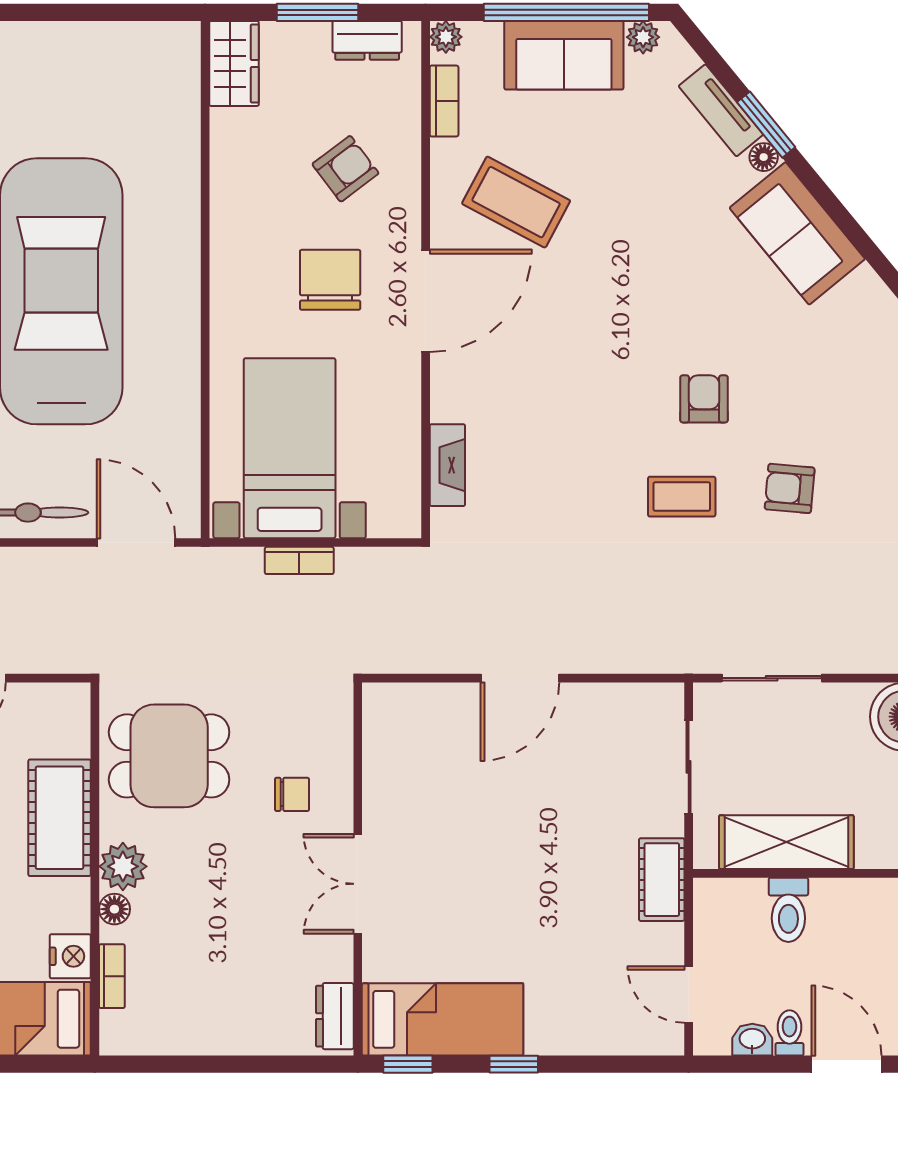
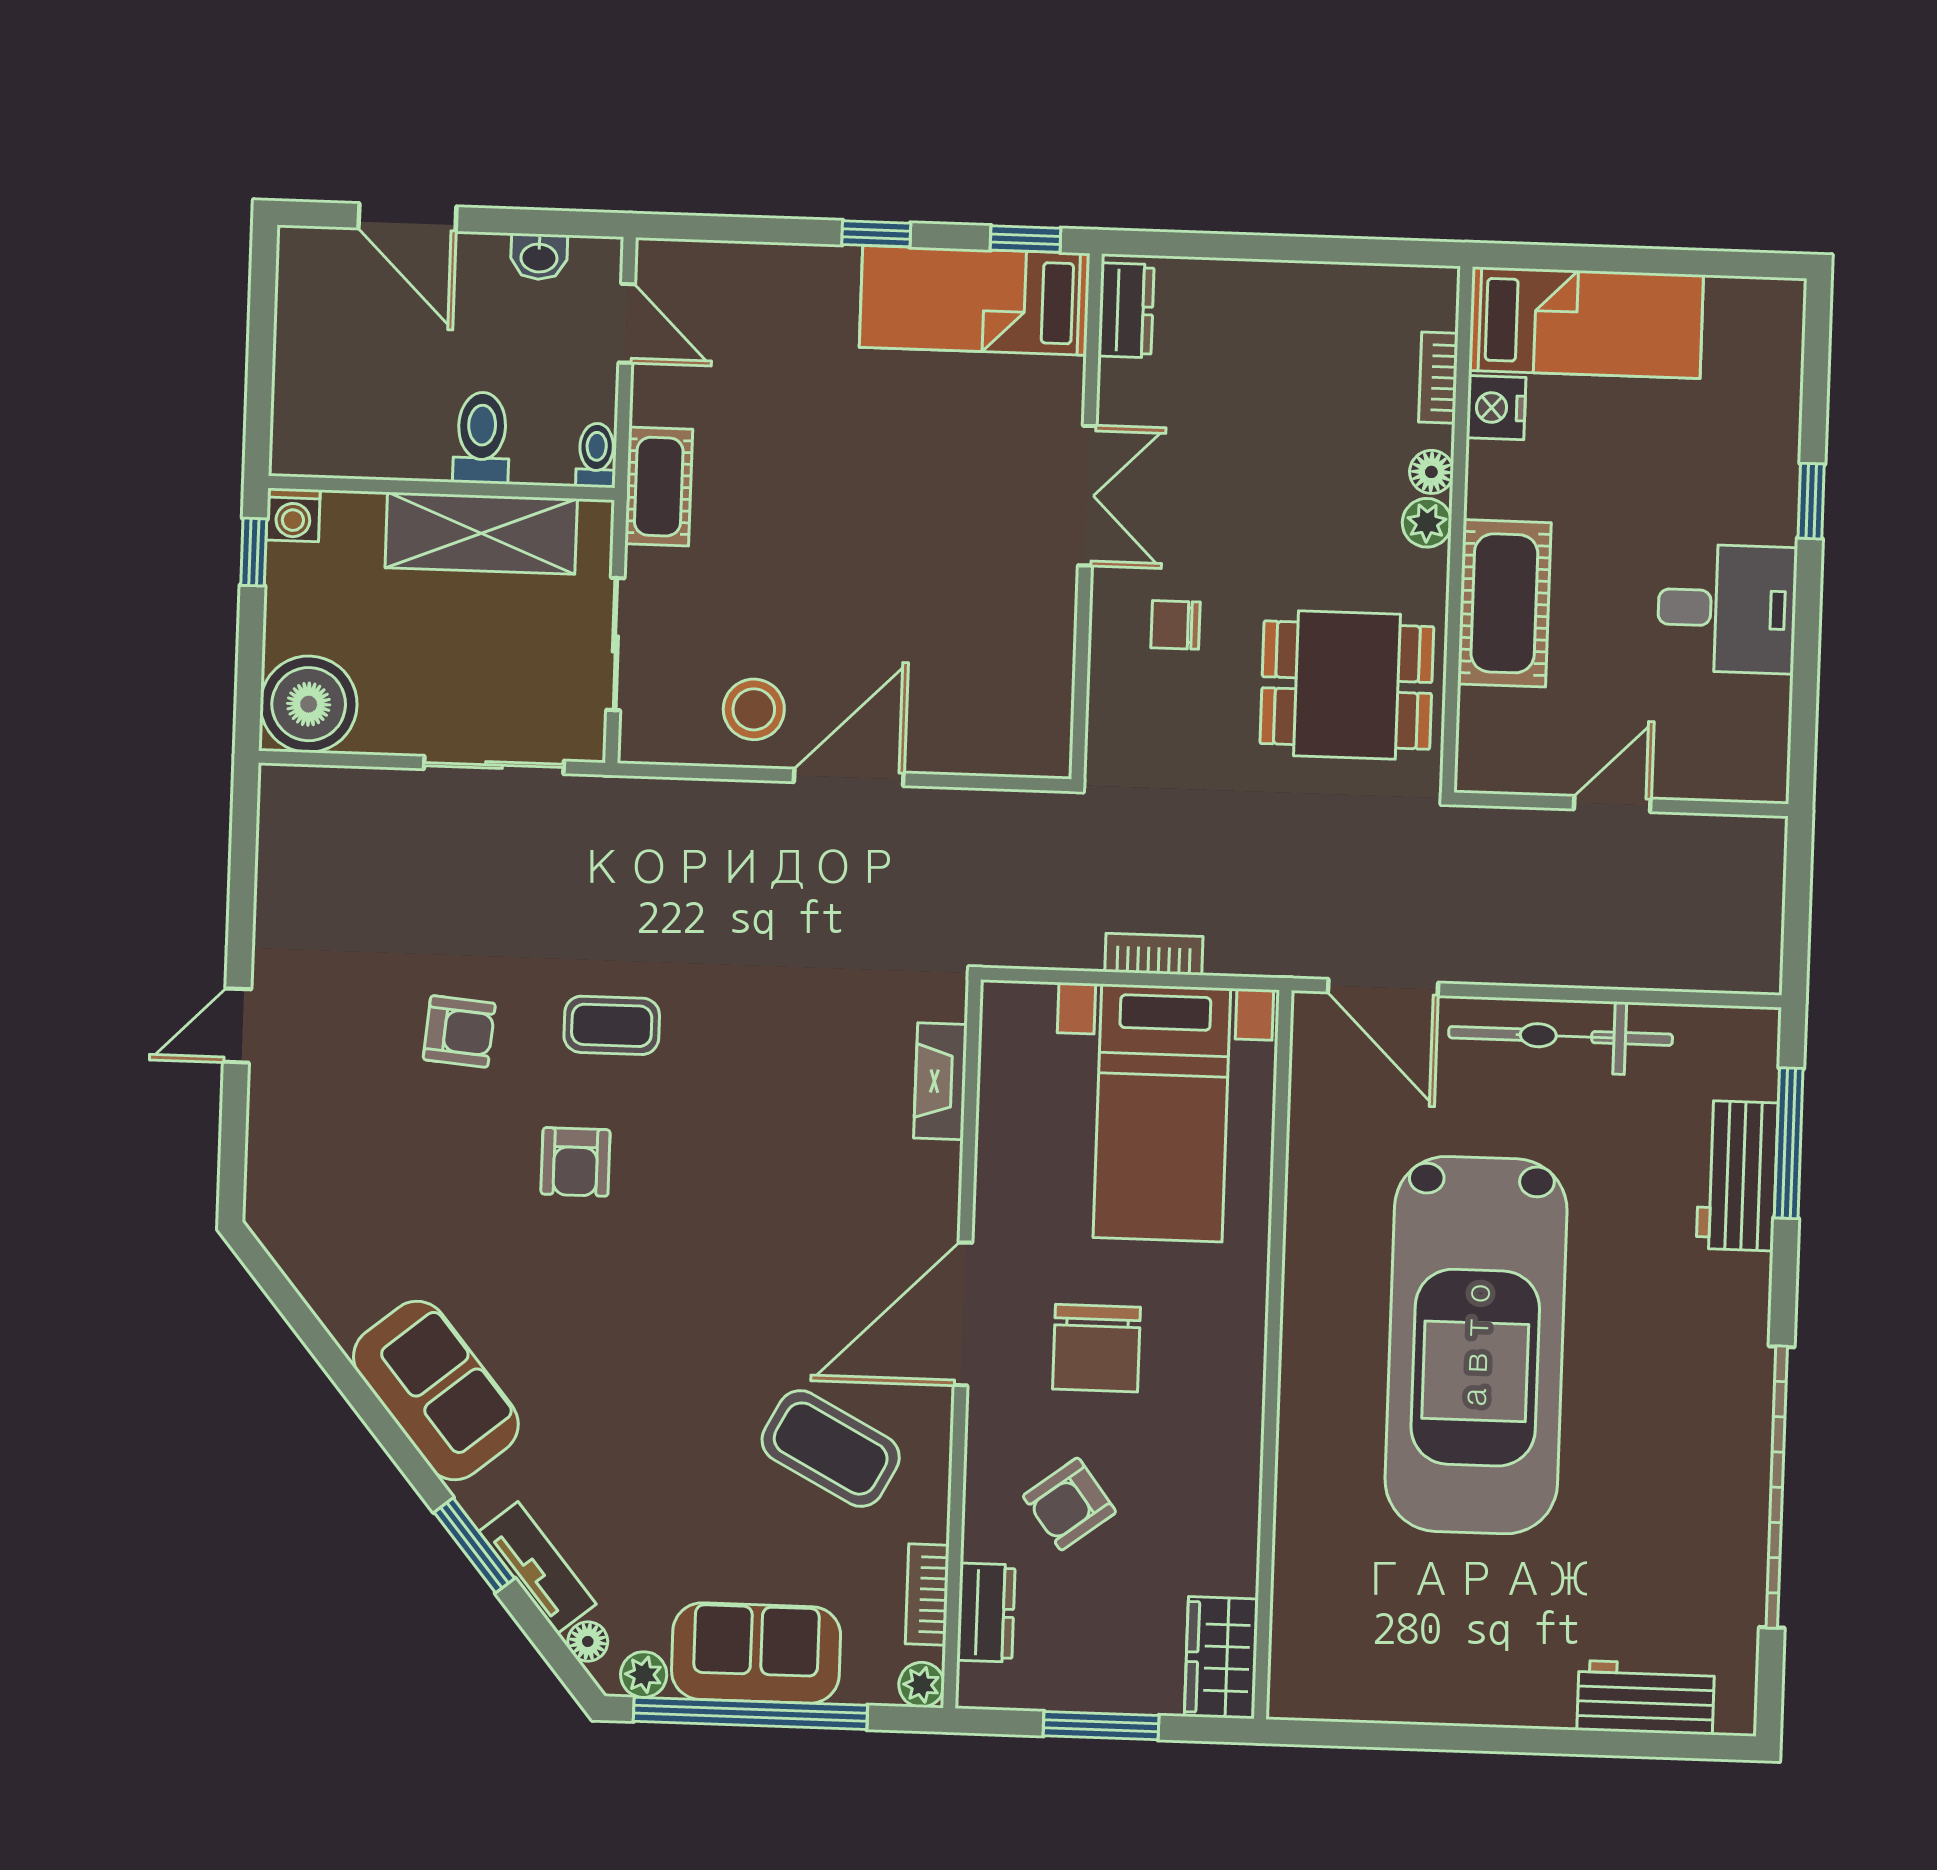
dresser: (367, 40) -> (986, 1613), moved, turned 90
floor lamp: (764, 157) -> (588, 1641), moved
stool: (589, 724) -> (754, 709), added
plant: (123, 866) -> (1427, 523), width x0.73, depth x0.73
toilet: (789, 1033) -> (596, 455), moved, turned 180

